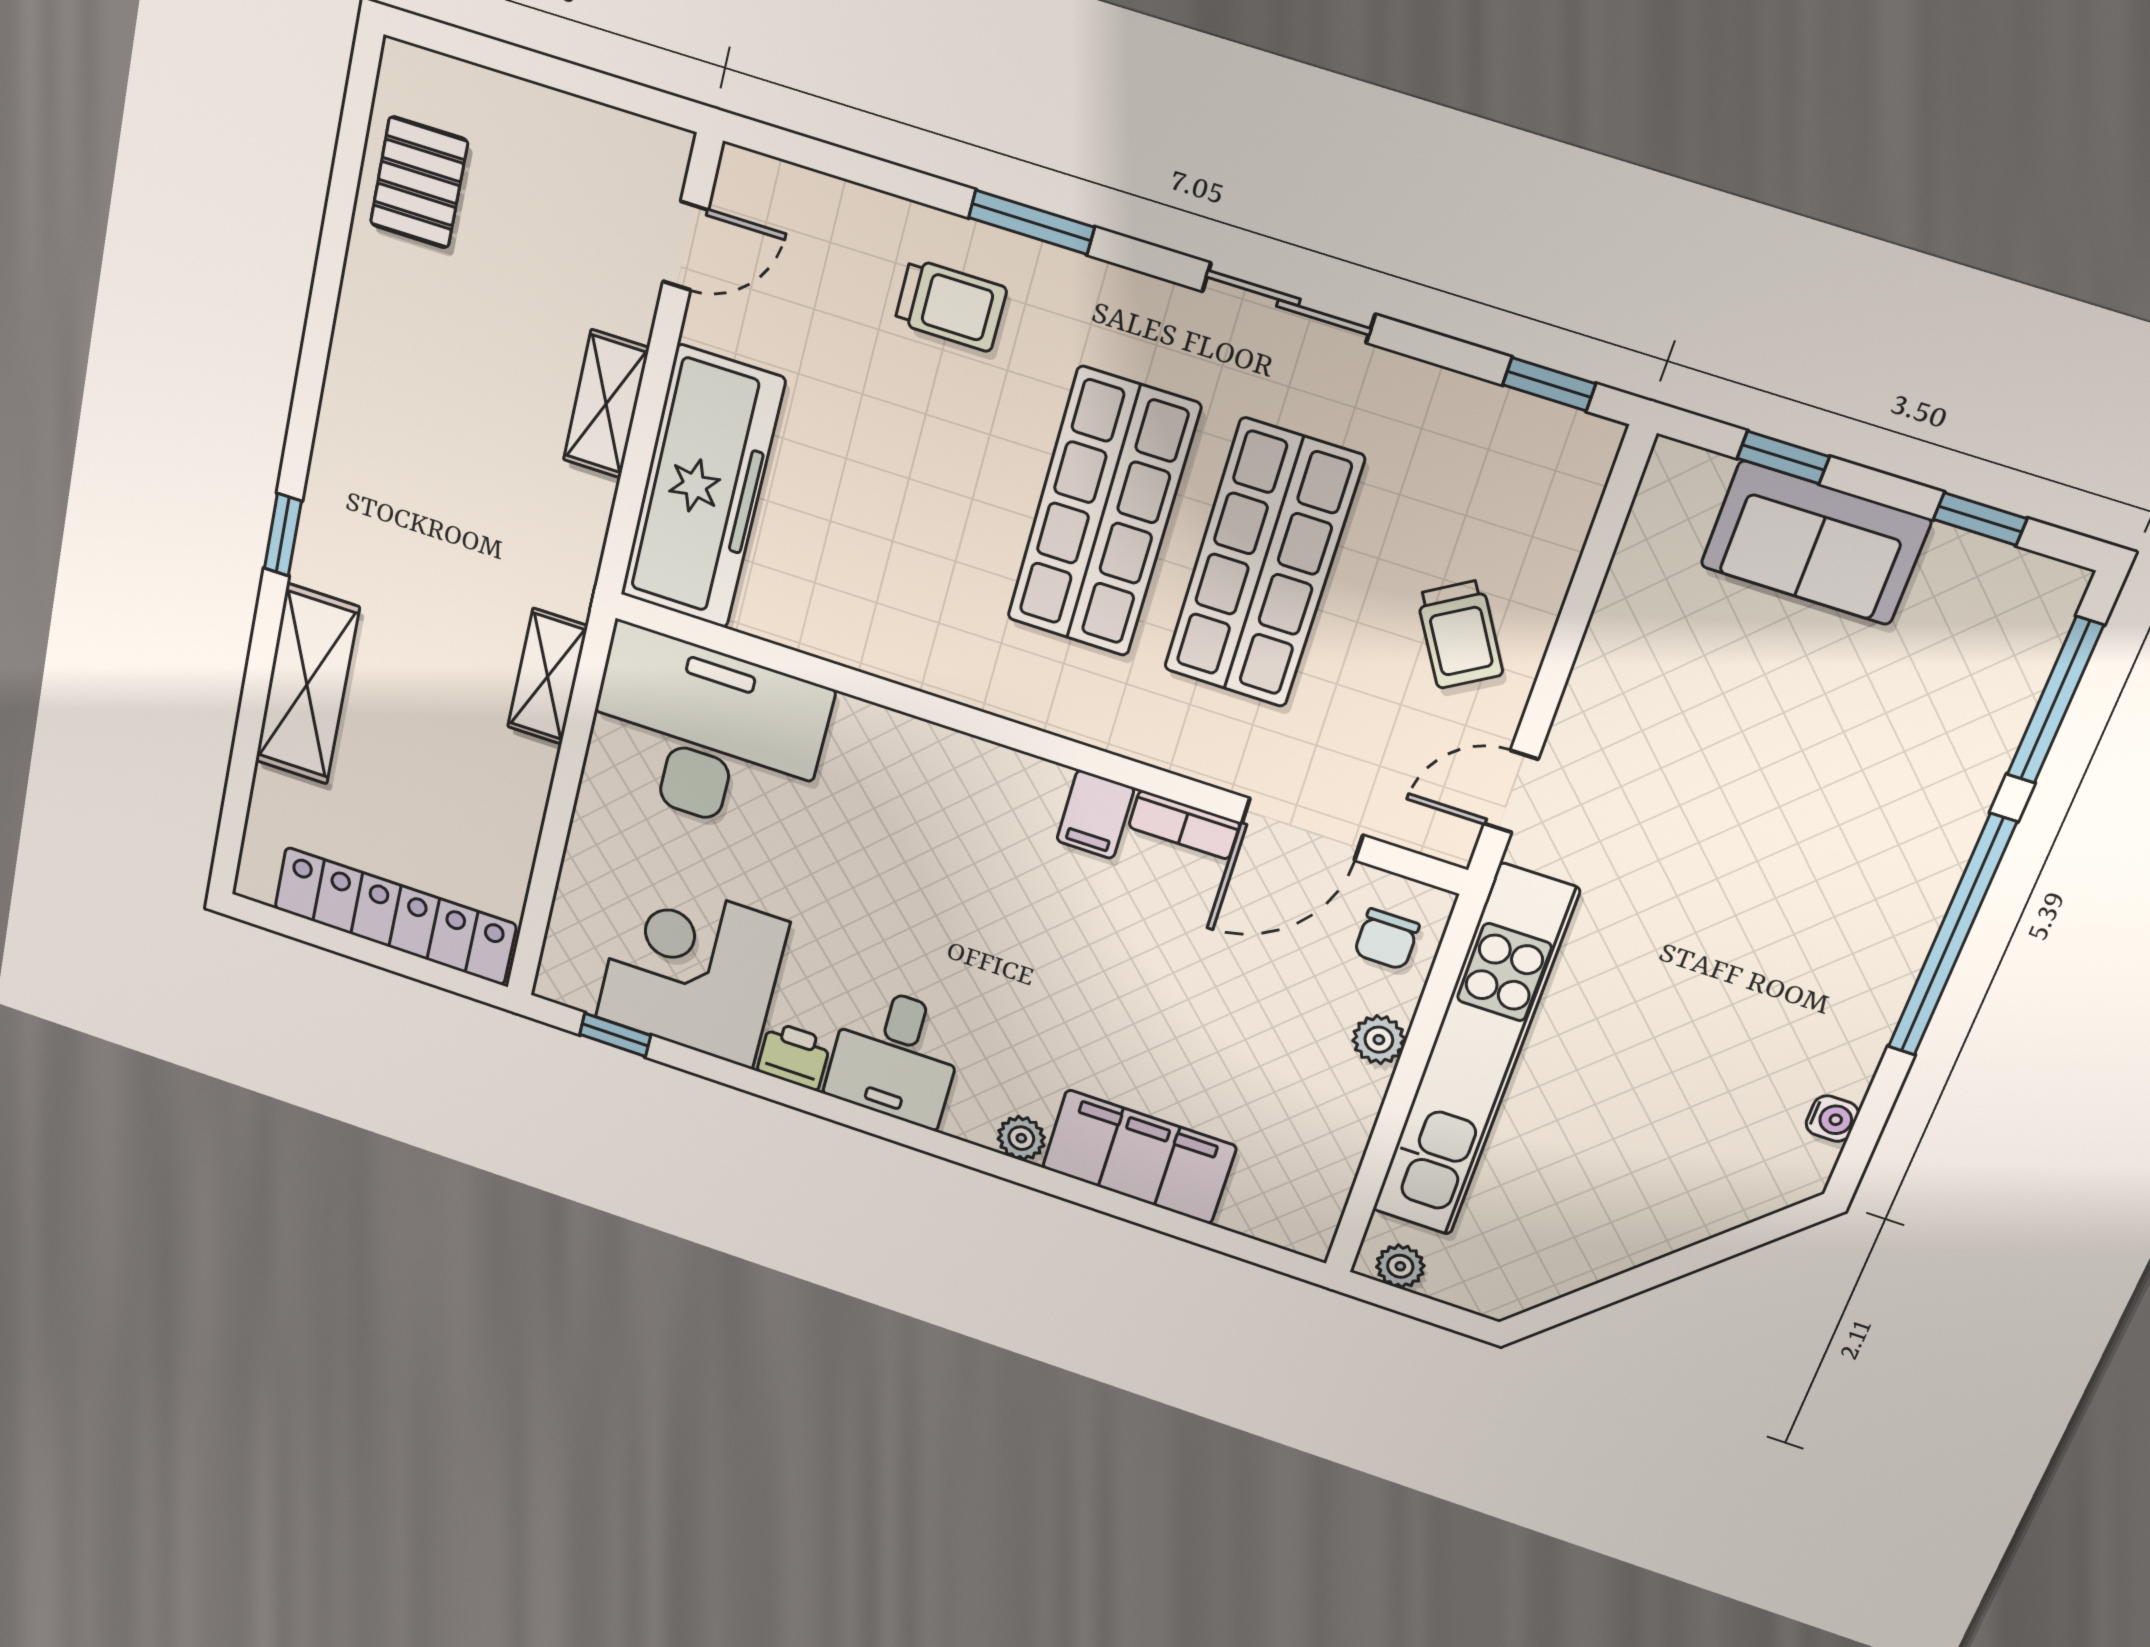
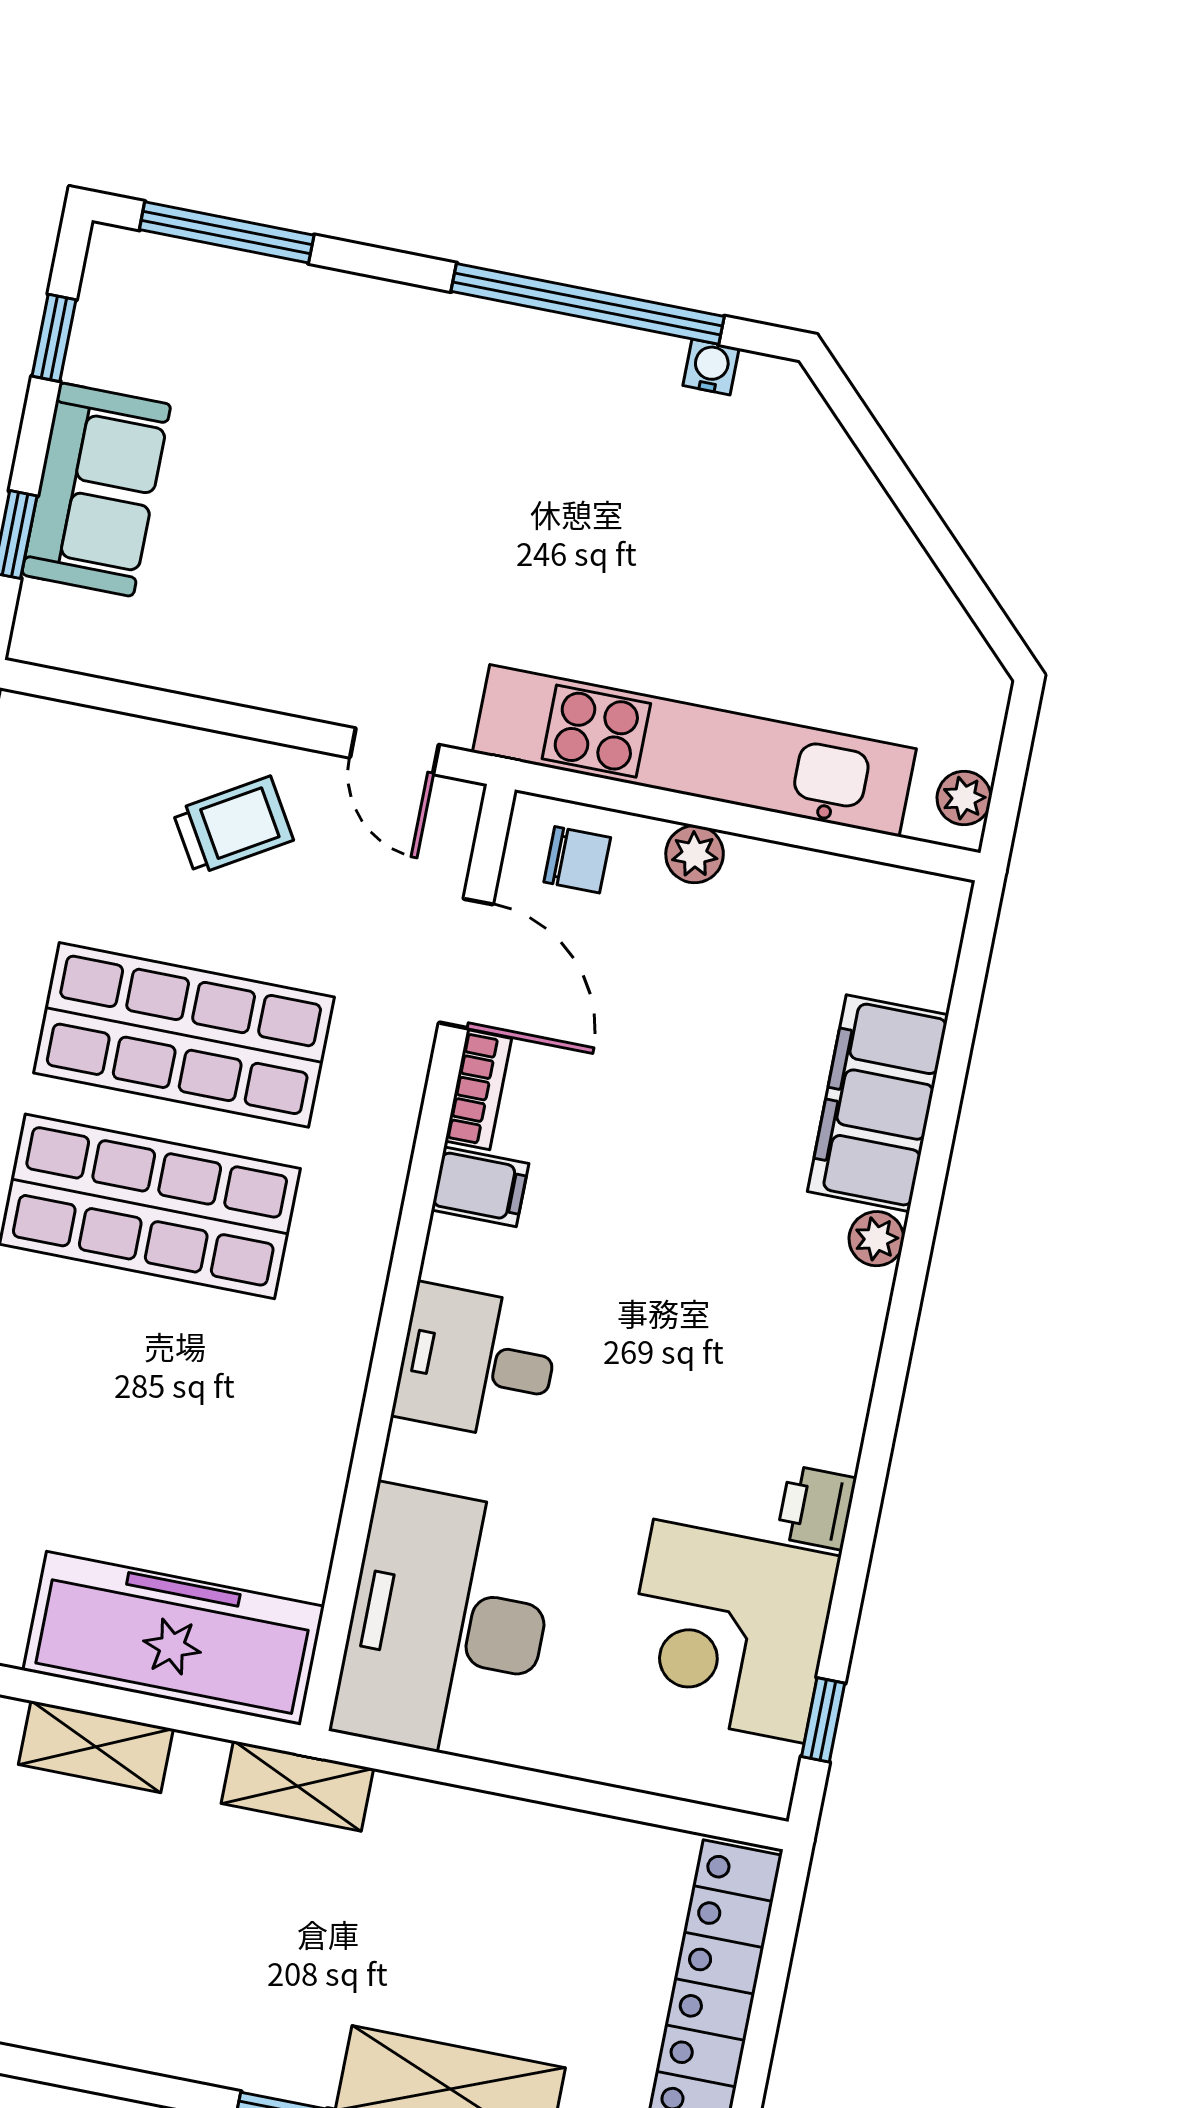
shelving: (547, 677) -> (297, 1786), moved
window: (1952, 936) -> (588, 304), moved
desk: (895, 1056) -> (477, 1363), moved, turned 180

